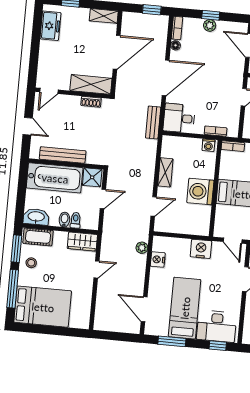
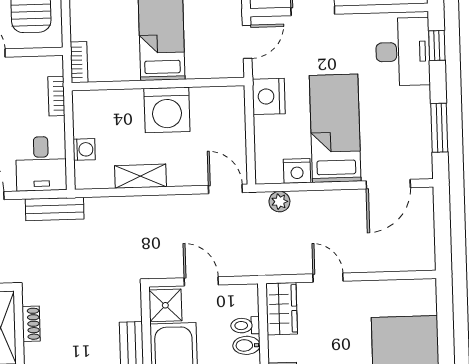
washing machine: (208, 145) -> (84, 149), moved
door: (154, 206) -> (225, 189), moved
bed: (185, 308) -> (335, 128), moved, turned 90

